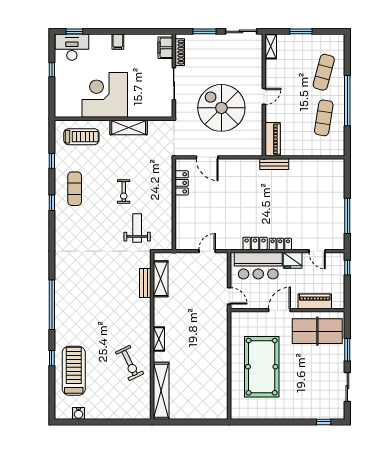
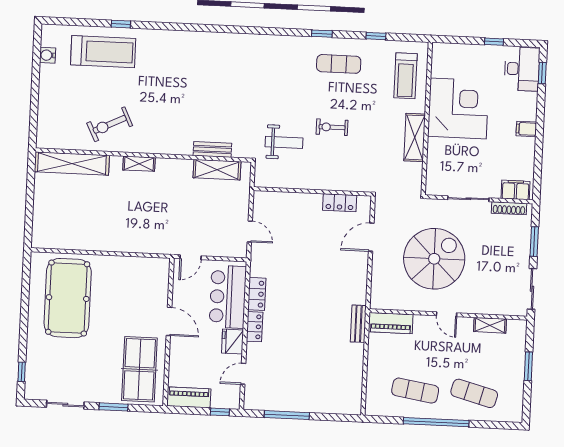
shelving: (271, 46) -> (490, 325), moved
piano: (315, 301) -> (189, 397), moved, turned -90
window: (52, 305) -> (190, 27), removed
pool table: (262, 367) -> (68, 298), moved, turned 90

